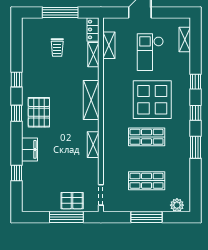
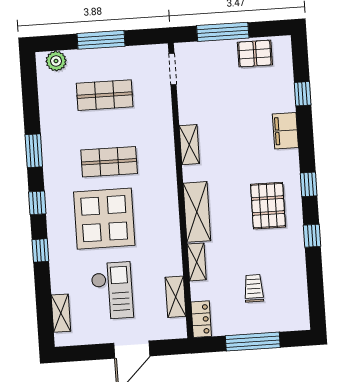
shelving: (93, 55) -> (197, 262), moved
pallet: (39, 112) -> (268, 206), moved
pallet: (72, 201) -> (255, 54), moved

